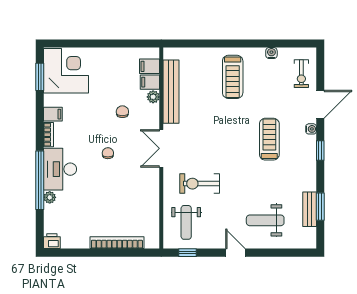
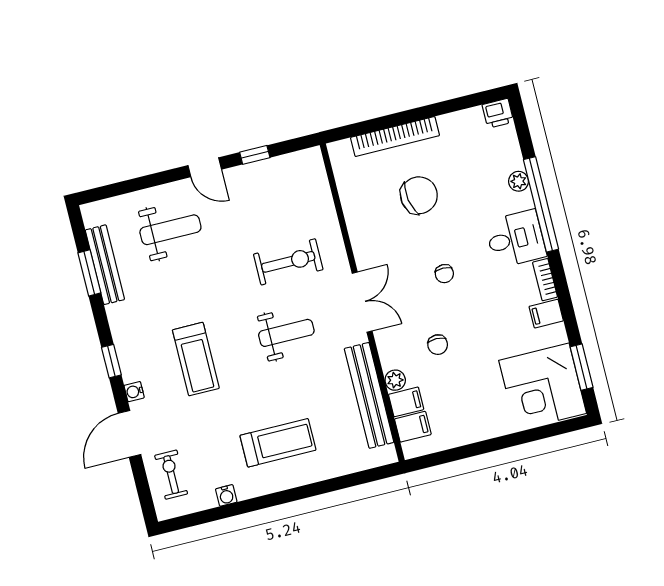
treadmill: (233, 77) -> (278, 443), turned 90
desk: (60, 169) -> (516, 239), width x0.73
chair: (111, 204) -> (419, 195), added
bench: (310, 209) -> (105, 265), width x1.36
weight bench: (186, 222) -> (286, 333), moved, turned 90
window: (187, 253) -> (255, 155), moved

